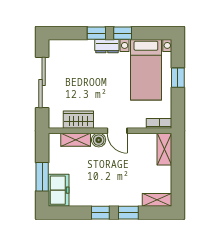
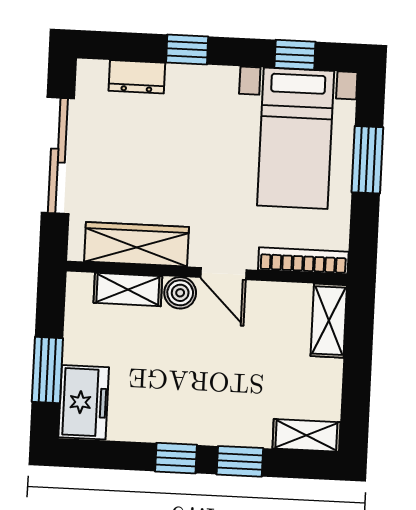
window: (123, 33) -> (295, 55), moved
dresser: (107, 46) -> (137, 77), moved
window: (178, 78) -> (367, 160), width x1.50
wardrobe: (78, 120) -> (136, 244), width x1.50
bookcase: (159, 123) -> (303, 261), width x1.56

